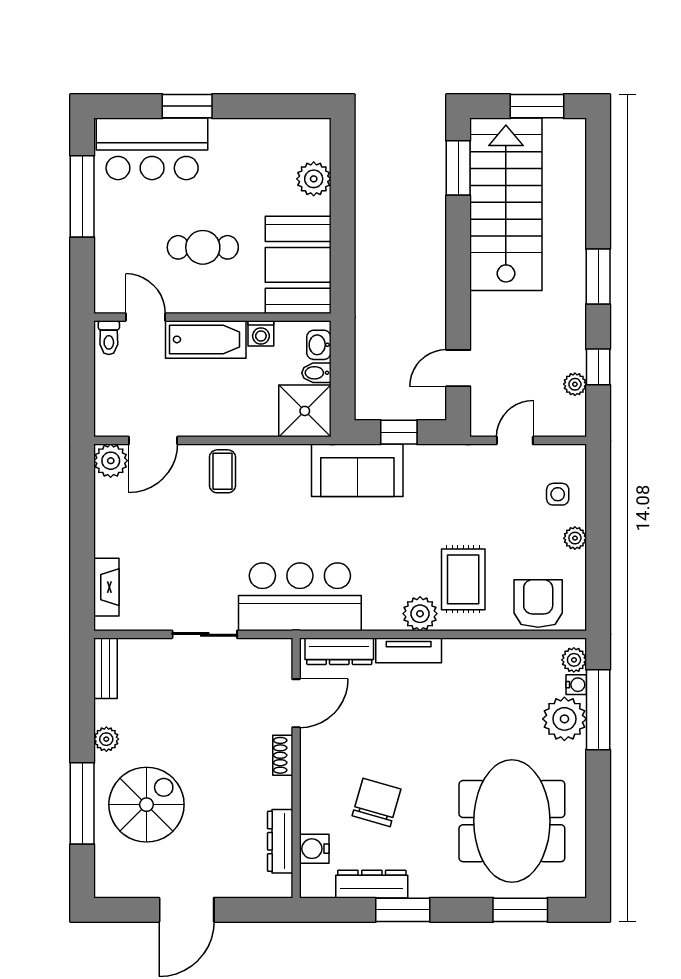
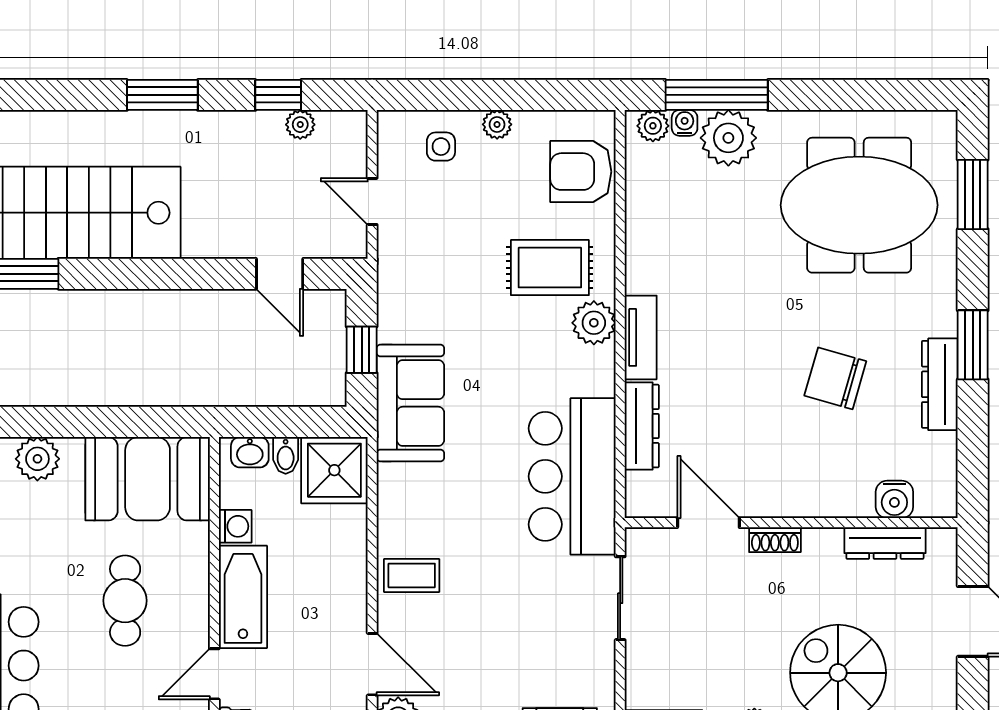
door: (296, 703) -> (708, 523), moved
shoe rack: (283, 755) -> (775, 540), moved
wall: (296, 768) -> (791, 523), moved
dresser: (280, 841) -> (885, 543), moved
water cooler: (314, 849) -> (894, 499), moved

